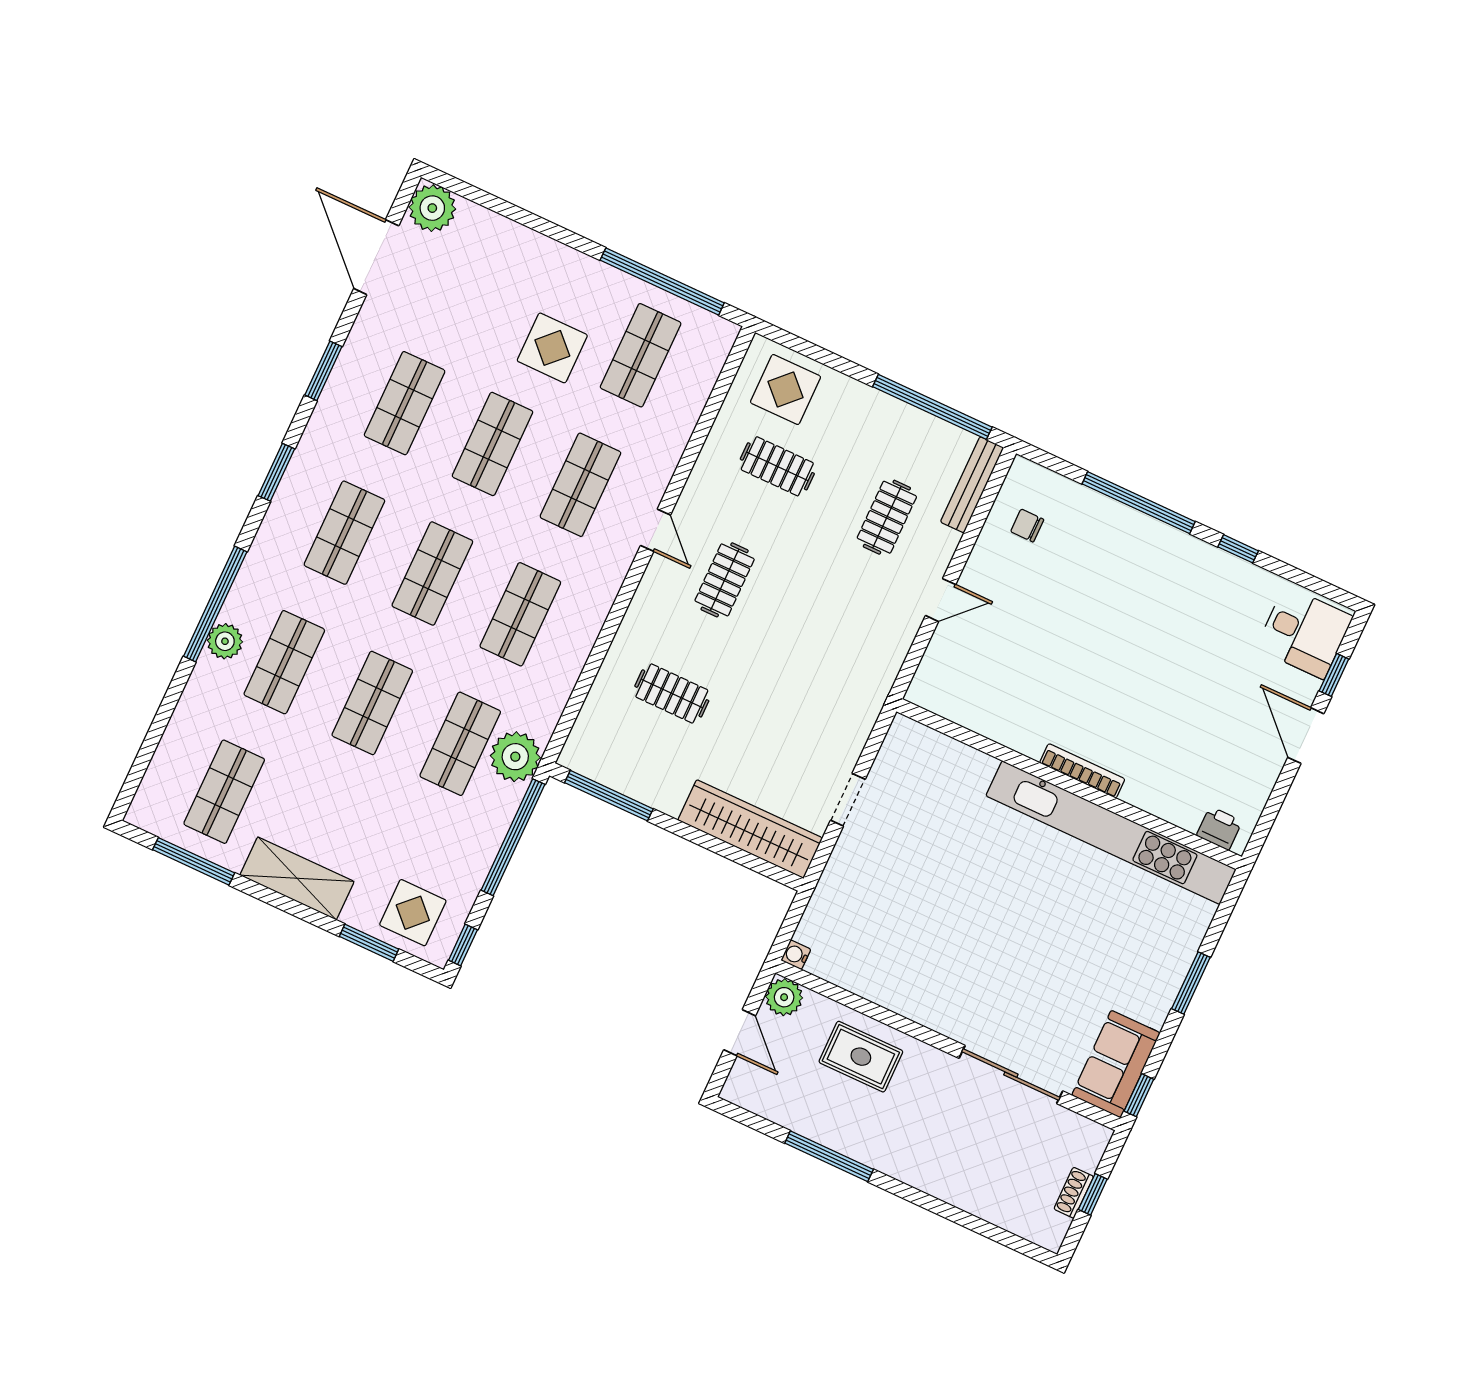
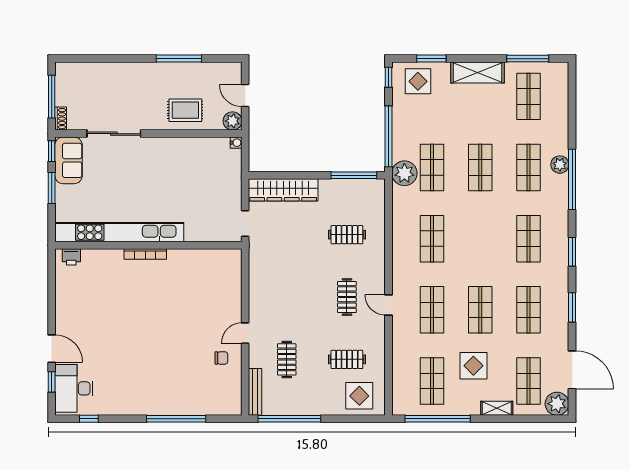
shelving: (546, 251) -> (497, 408), added
chair: (1027, 526) -> (221, 358), moved
window: (1238, 549) -> (89, 419), moved
shop shelf: (432, 573) -> (529, 381), moved
desk: (1304, 632) -> (74, 388), width x1.37
bookcase: (1082, 771) -> (145, 254), moved
wall: (1069, 784) -> (148, 245), moved
printer: (1219, 828) -> (71, 257), moved
kitchen unit: (1111, 833) -> (119, 232), moved
window: (1191, 983) -> (52, 188), moved
shoe rack: (1074, 1193) -> (61, 119), moved
window: (1093, 1194) -> (52, 97), width x2.17

